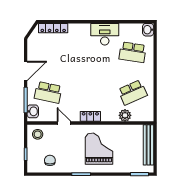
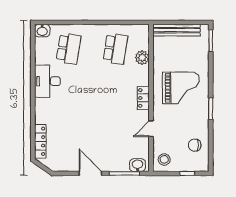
school desk: (48, 92) -> (115, 147), removed
school desk: (133, 92) -> (115, 49), turned 33
grand piano: (99, 149) -> (181, 88), turned 180

